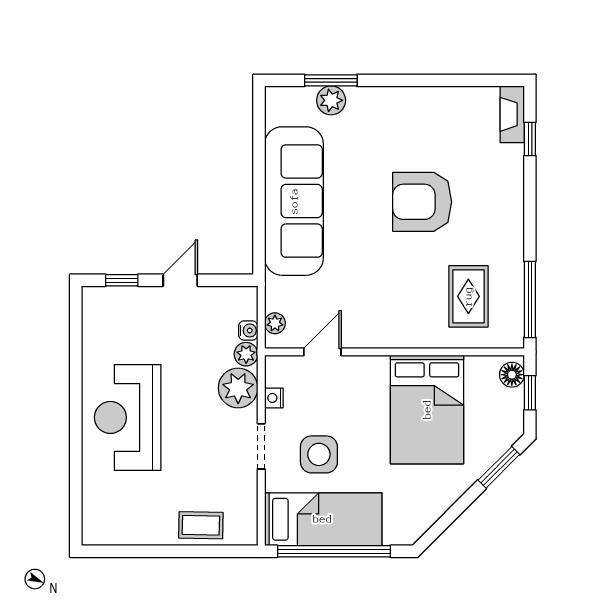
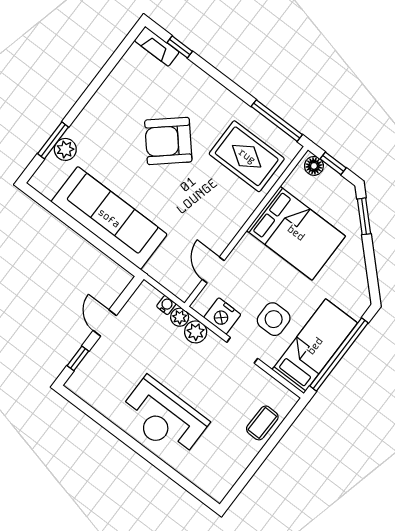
armchair: (422, 202) -> (168, 141), turned 49
rug: (468, 296) -> (247, 156), width x1.36, depth x1.43
plant: (275, 323) -> (174, 286), removed
plant: (238, 388) -> (196, 332), width x0.73, depth x0.73
nightstand: (274, 398) -> (222, 316), width x1.89, depth x1.79

